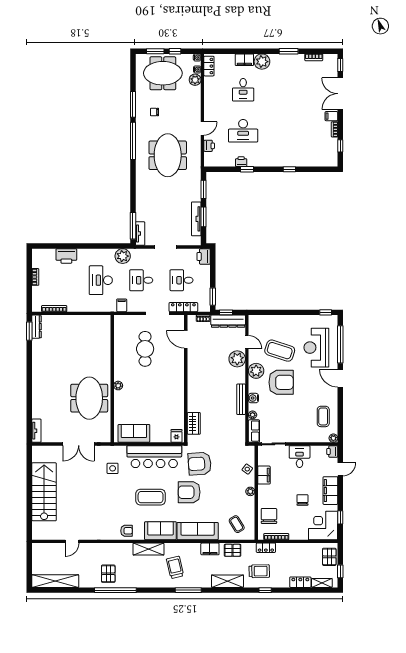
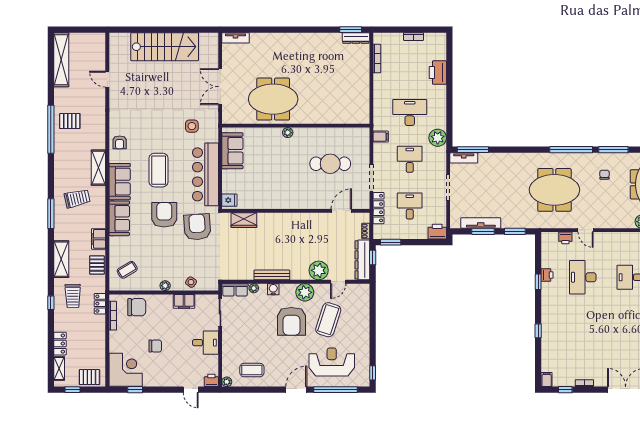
filing cabinet: (331, 116) -> (547, 380), moved
filing cabinet: (330, 491) -> (166, 378), removed
sofa: (198, 531) -> (119, 218), width x0.73

